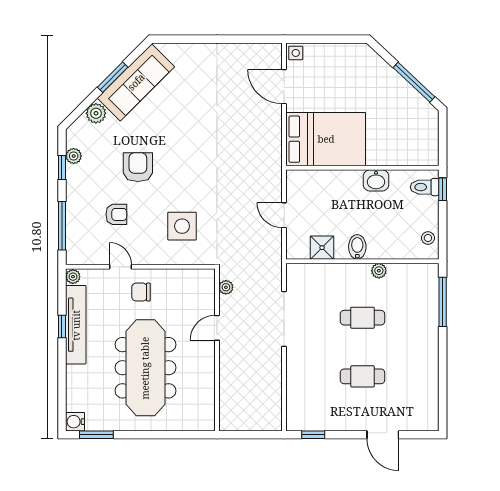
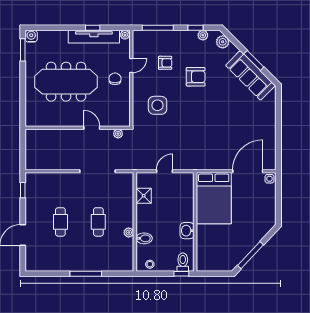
door: (284, 87) -> (248, 171), width x1.36
plant: (96, 113) -> (223, 42), moved
armchair: (116, 214) -> (165, 63), turned -90
bidet: (357, 247) -> (144, 238), moved
window: (443, 302) -> (86, 274), moved

